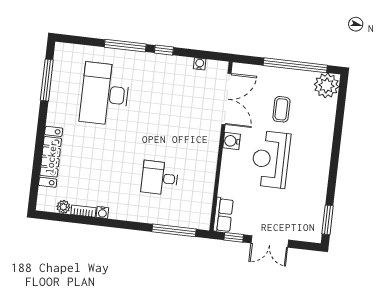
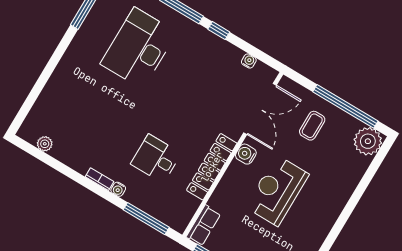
coffee table: (281, 109) -> (312, 126), moved
locker: (51, 157) -> (212, 167), moved, turned 180
bookcase: (83, 211) -> (100, 179), moved
water cooler: (102, 212) -> (118, 189), moved

